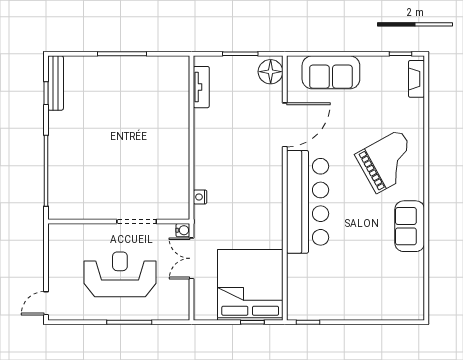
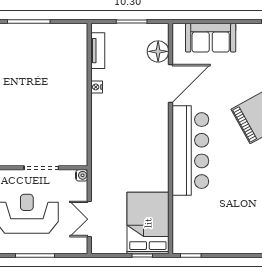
floor lamp: (271, 72) -> (158, 51), moved
nightstand: (200, 197) -> (97, 87), moved
double door: (191, 258) -> (89, 219), moved
bed: (250, 285) -> (148, 223), width x0.73

